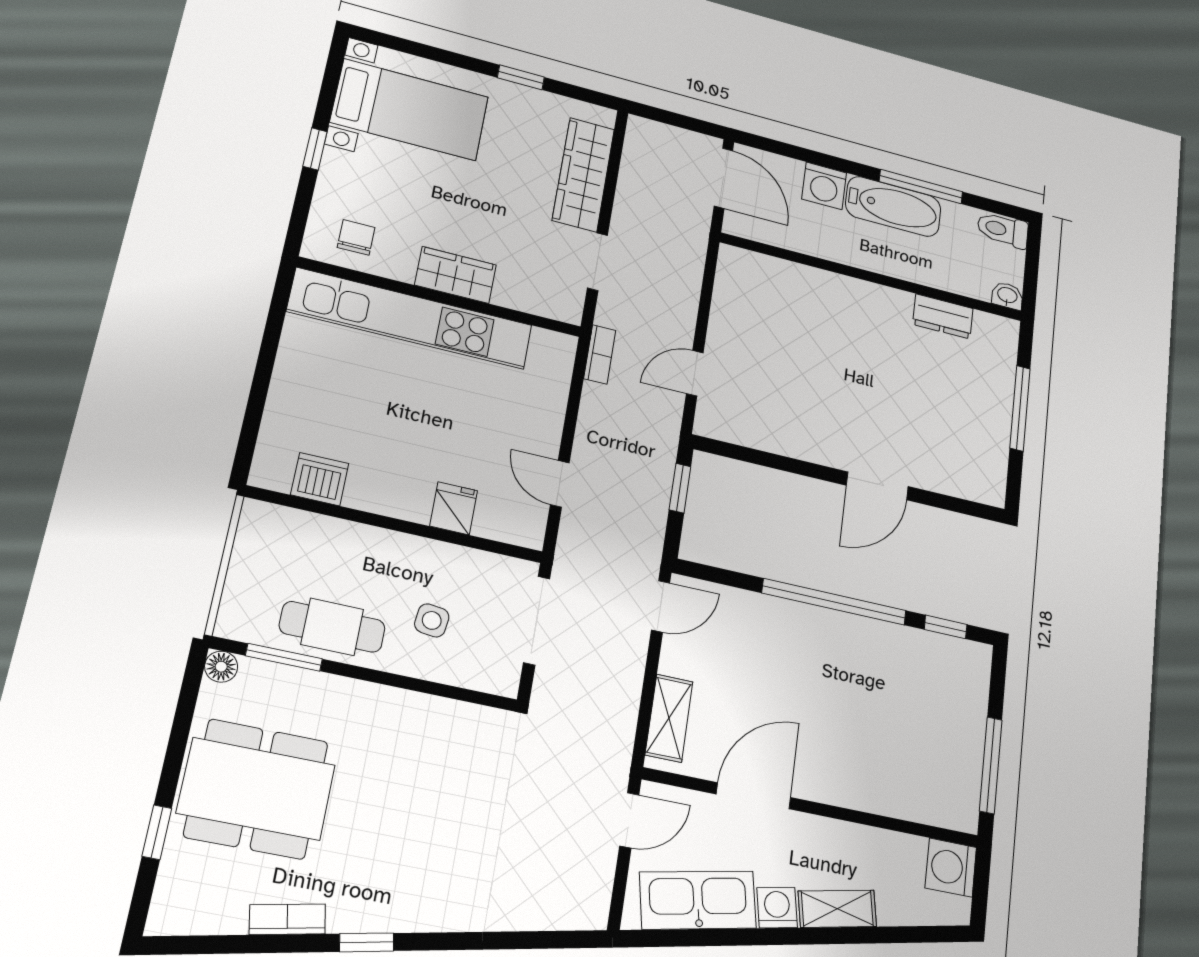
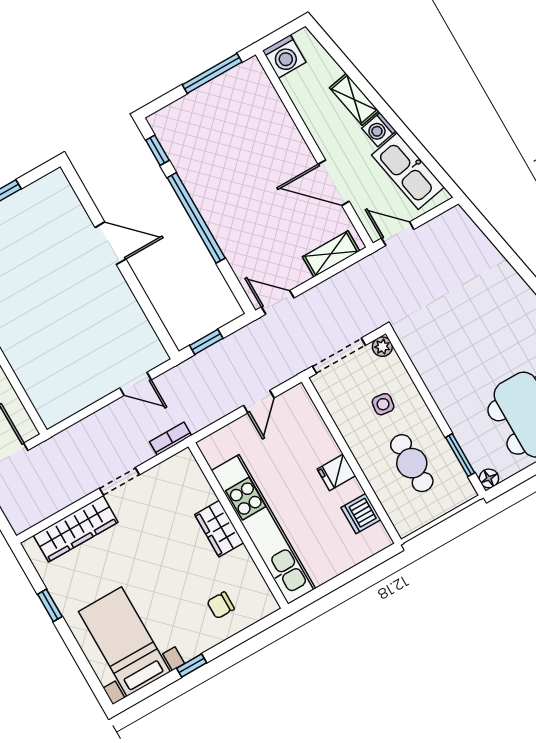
wardrobe: (456, 275) -> (219, 529), moved
wall: (441, 297) -> (238, 525), moved
kitchen unit: (411, 319) -> (263, 529), moved
fridge: (454, 508) -> (336, 472), moved
cafe table: (332, 627) -> (412, 463), moved
plant: (504, 681) -> (382, 347), added

